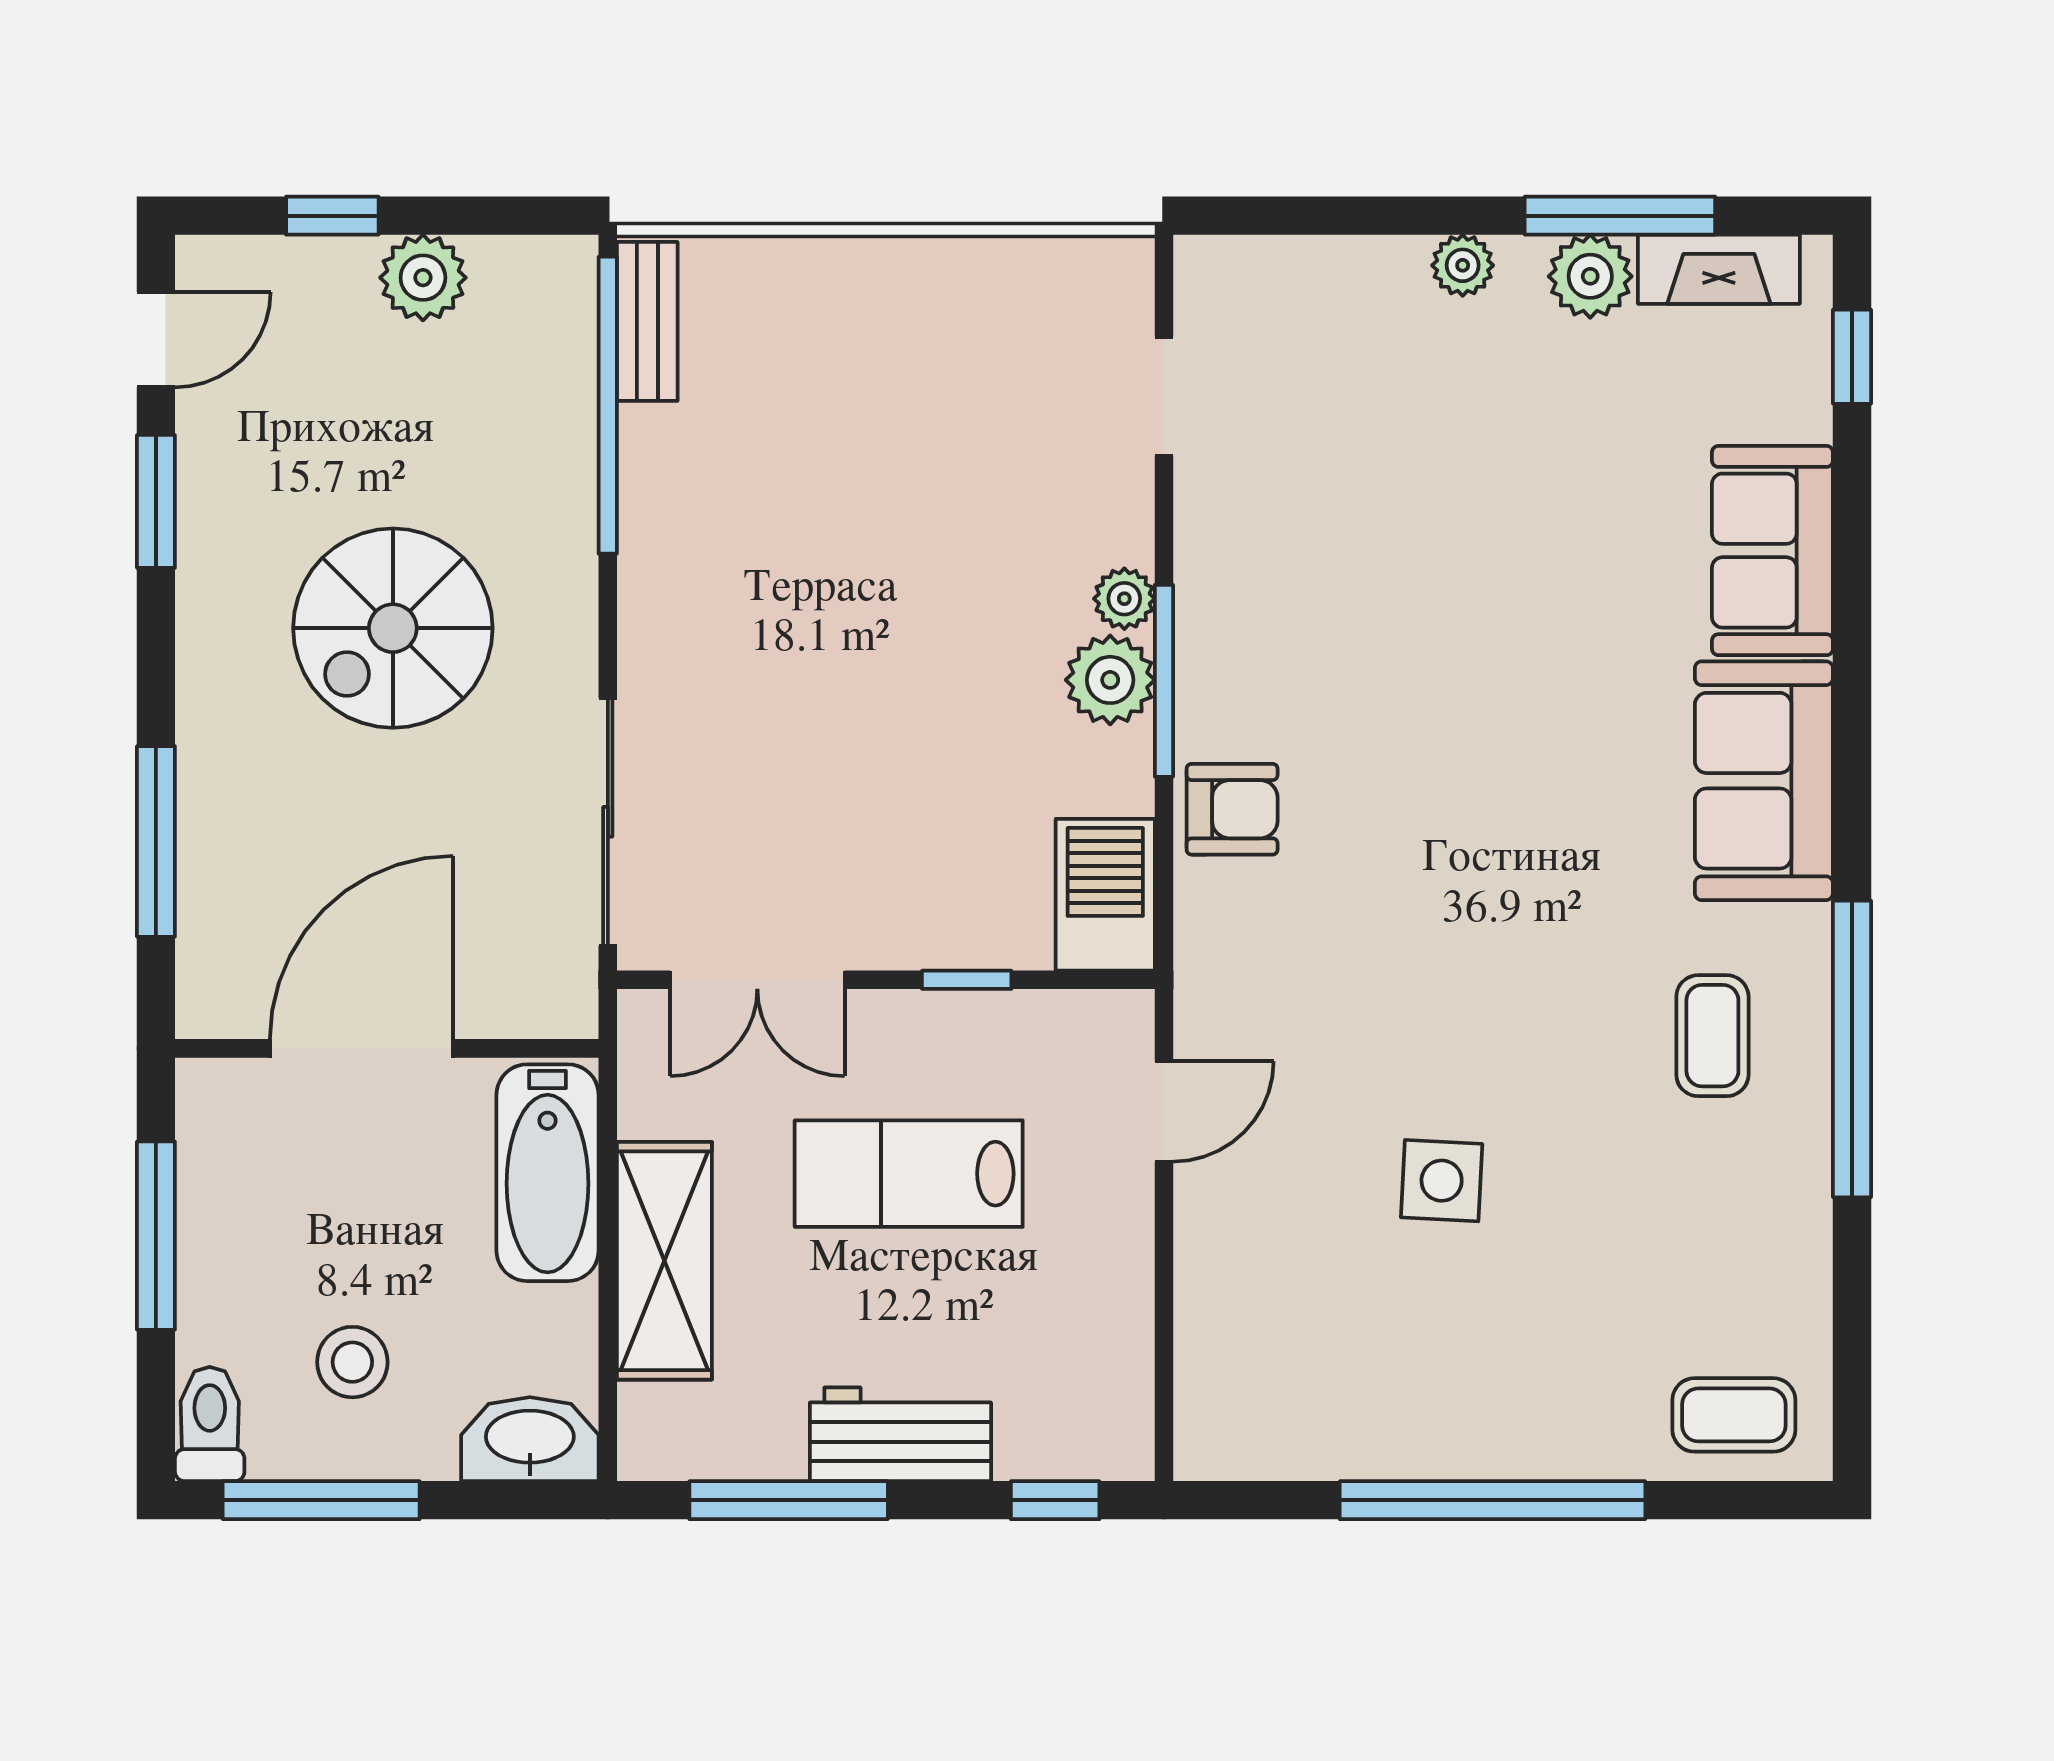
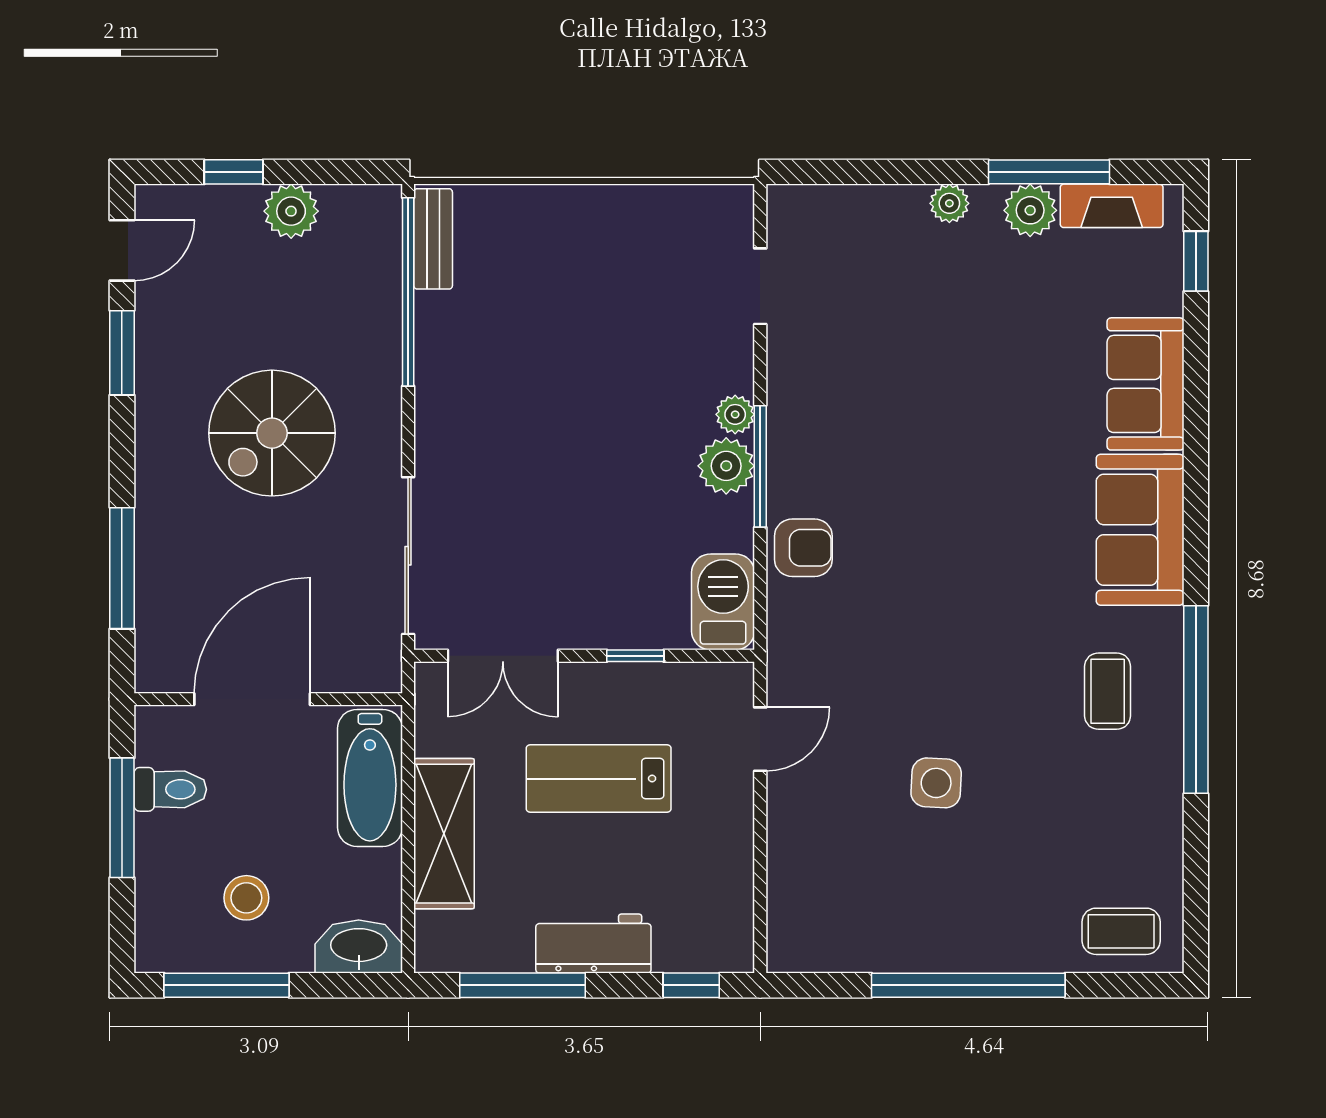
toilet: (210, 1424) -> (170, 789), moved, turned 90

